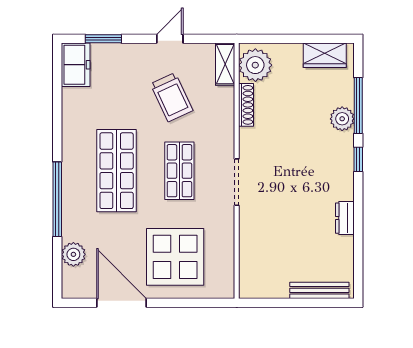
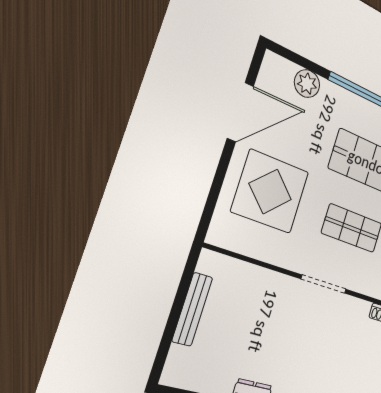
bench: (319, 290) -> (192, 309), moved

